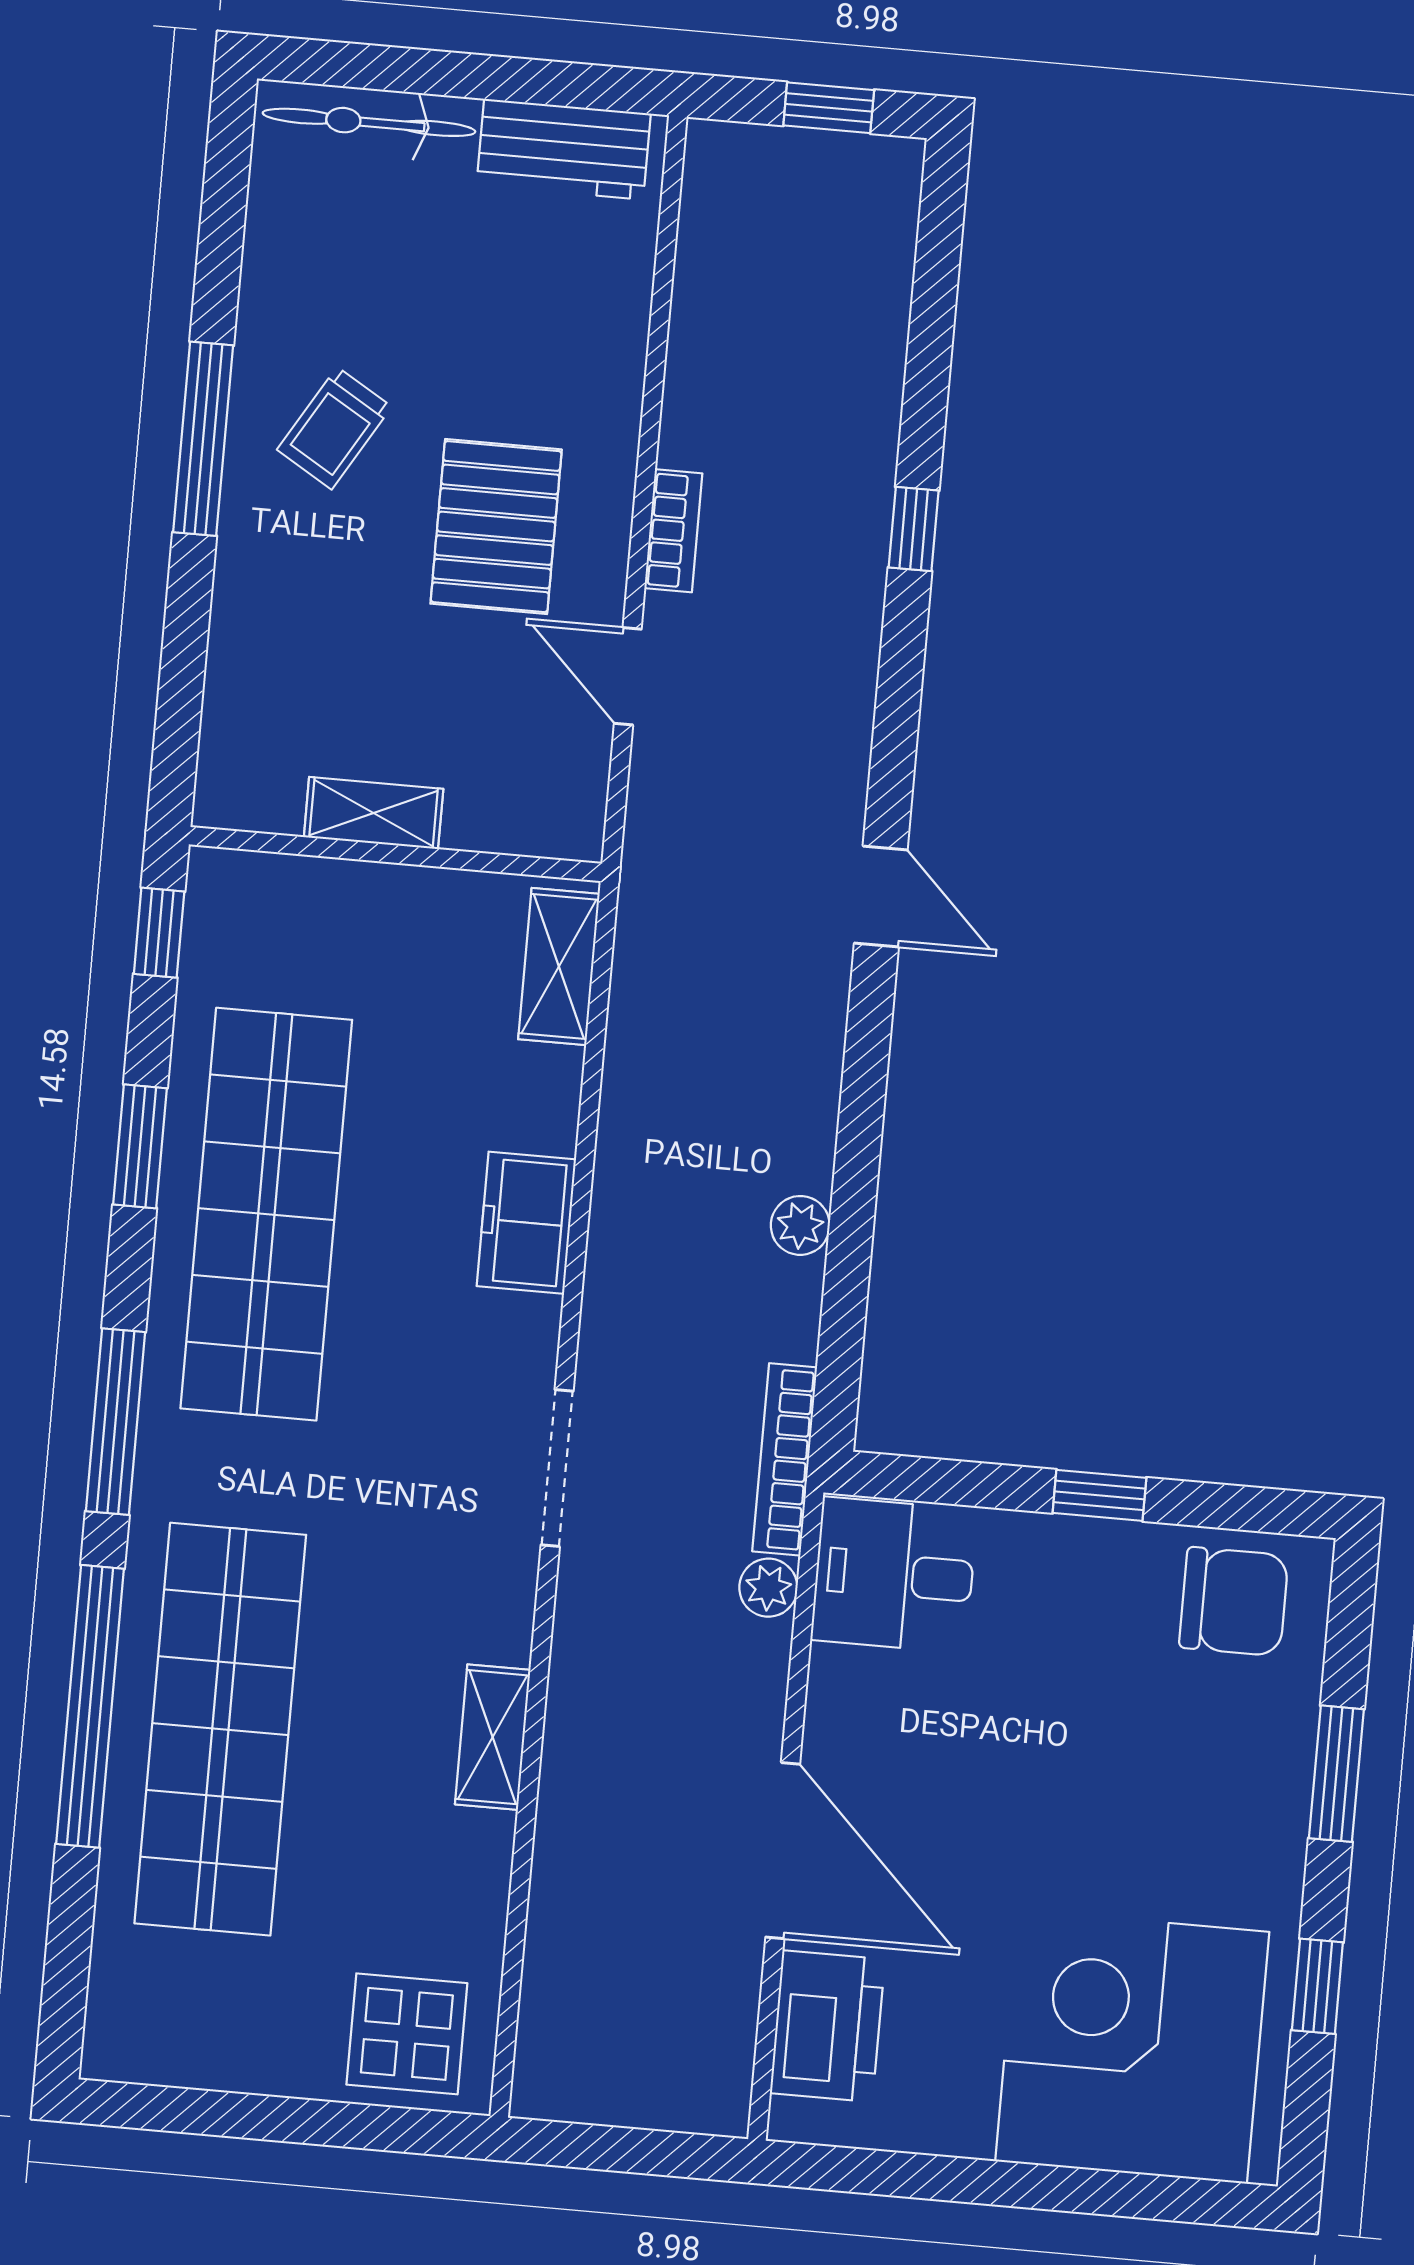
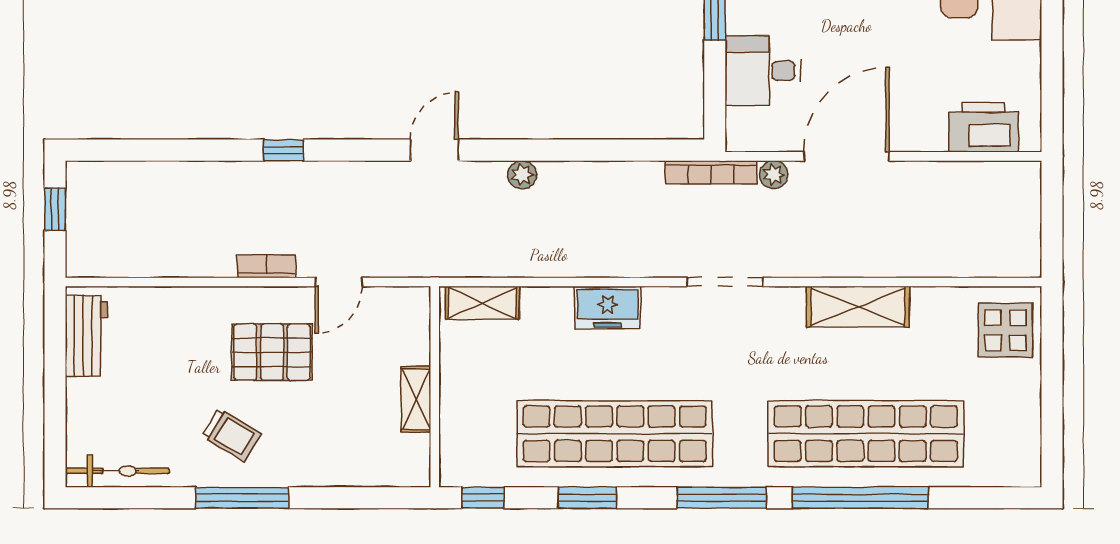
bicycle: (369, 122) -> (117, 471), moved, turned -90
window: (914, 529) -> (284, 150), moved
plant: (800, 1225) -> (522, 175), moved
desk: (894, 1575) -> (763, 71), moved, turned 90
shelving: (493, 1737) -> (858, 307), width x1.50, depth x1.33
door: (783, 1851) -> (846, 156), moved

